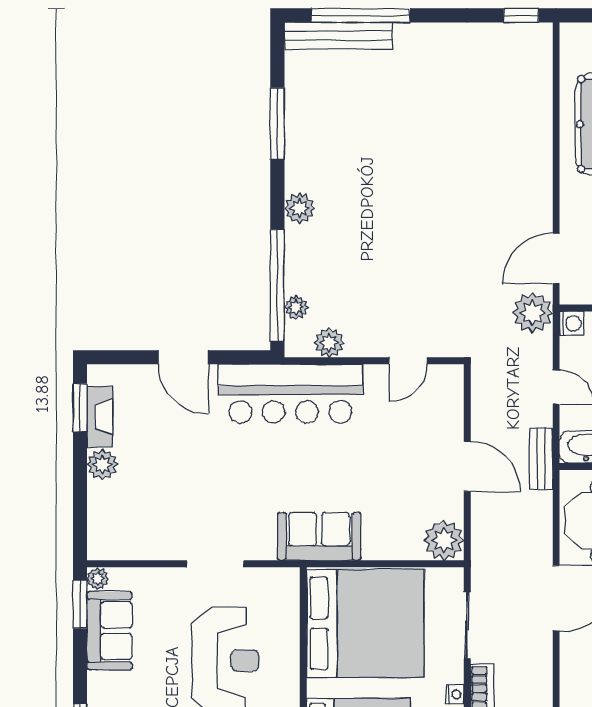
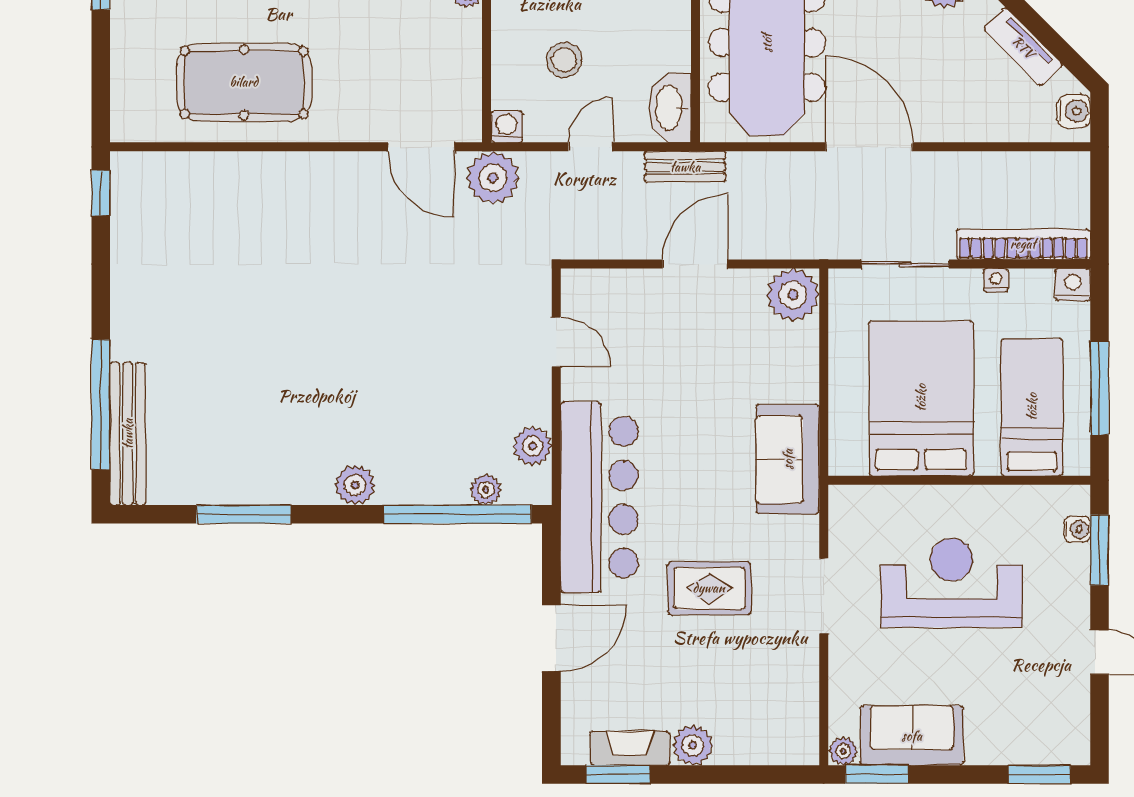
rug: (221, 477) -> (709, 588), added
bed: (365, 623) -> (921, 398), width x0.73

